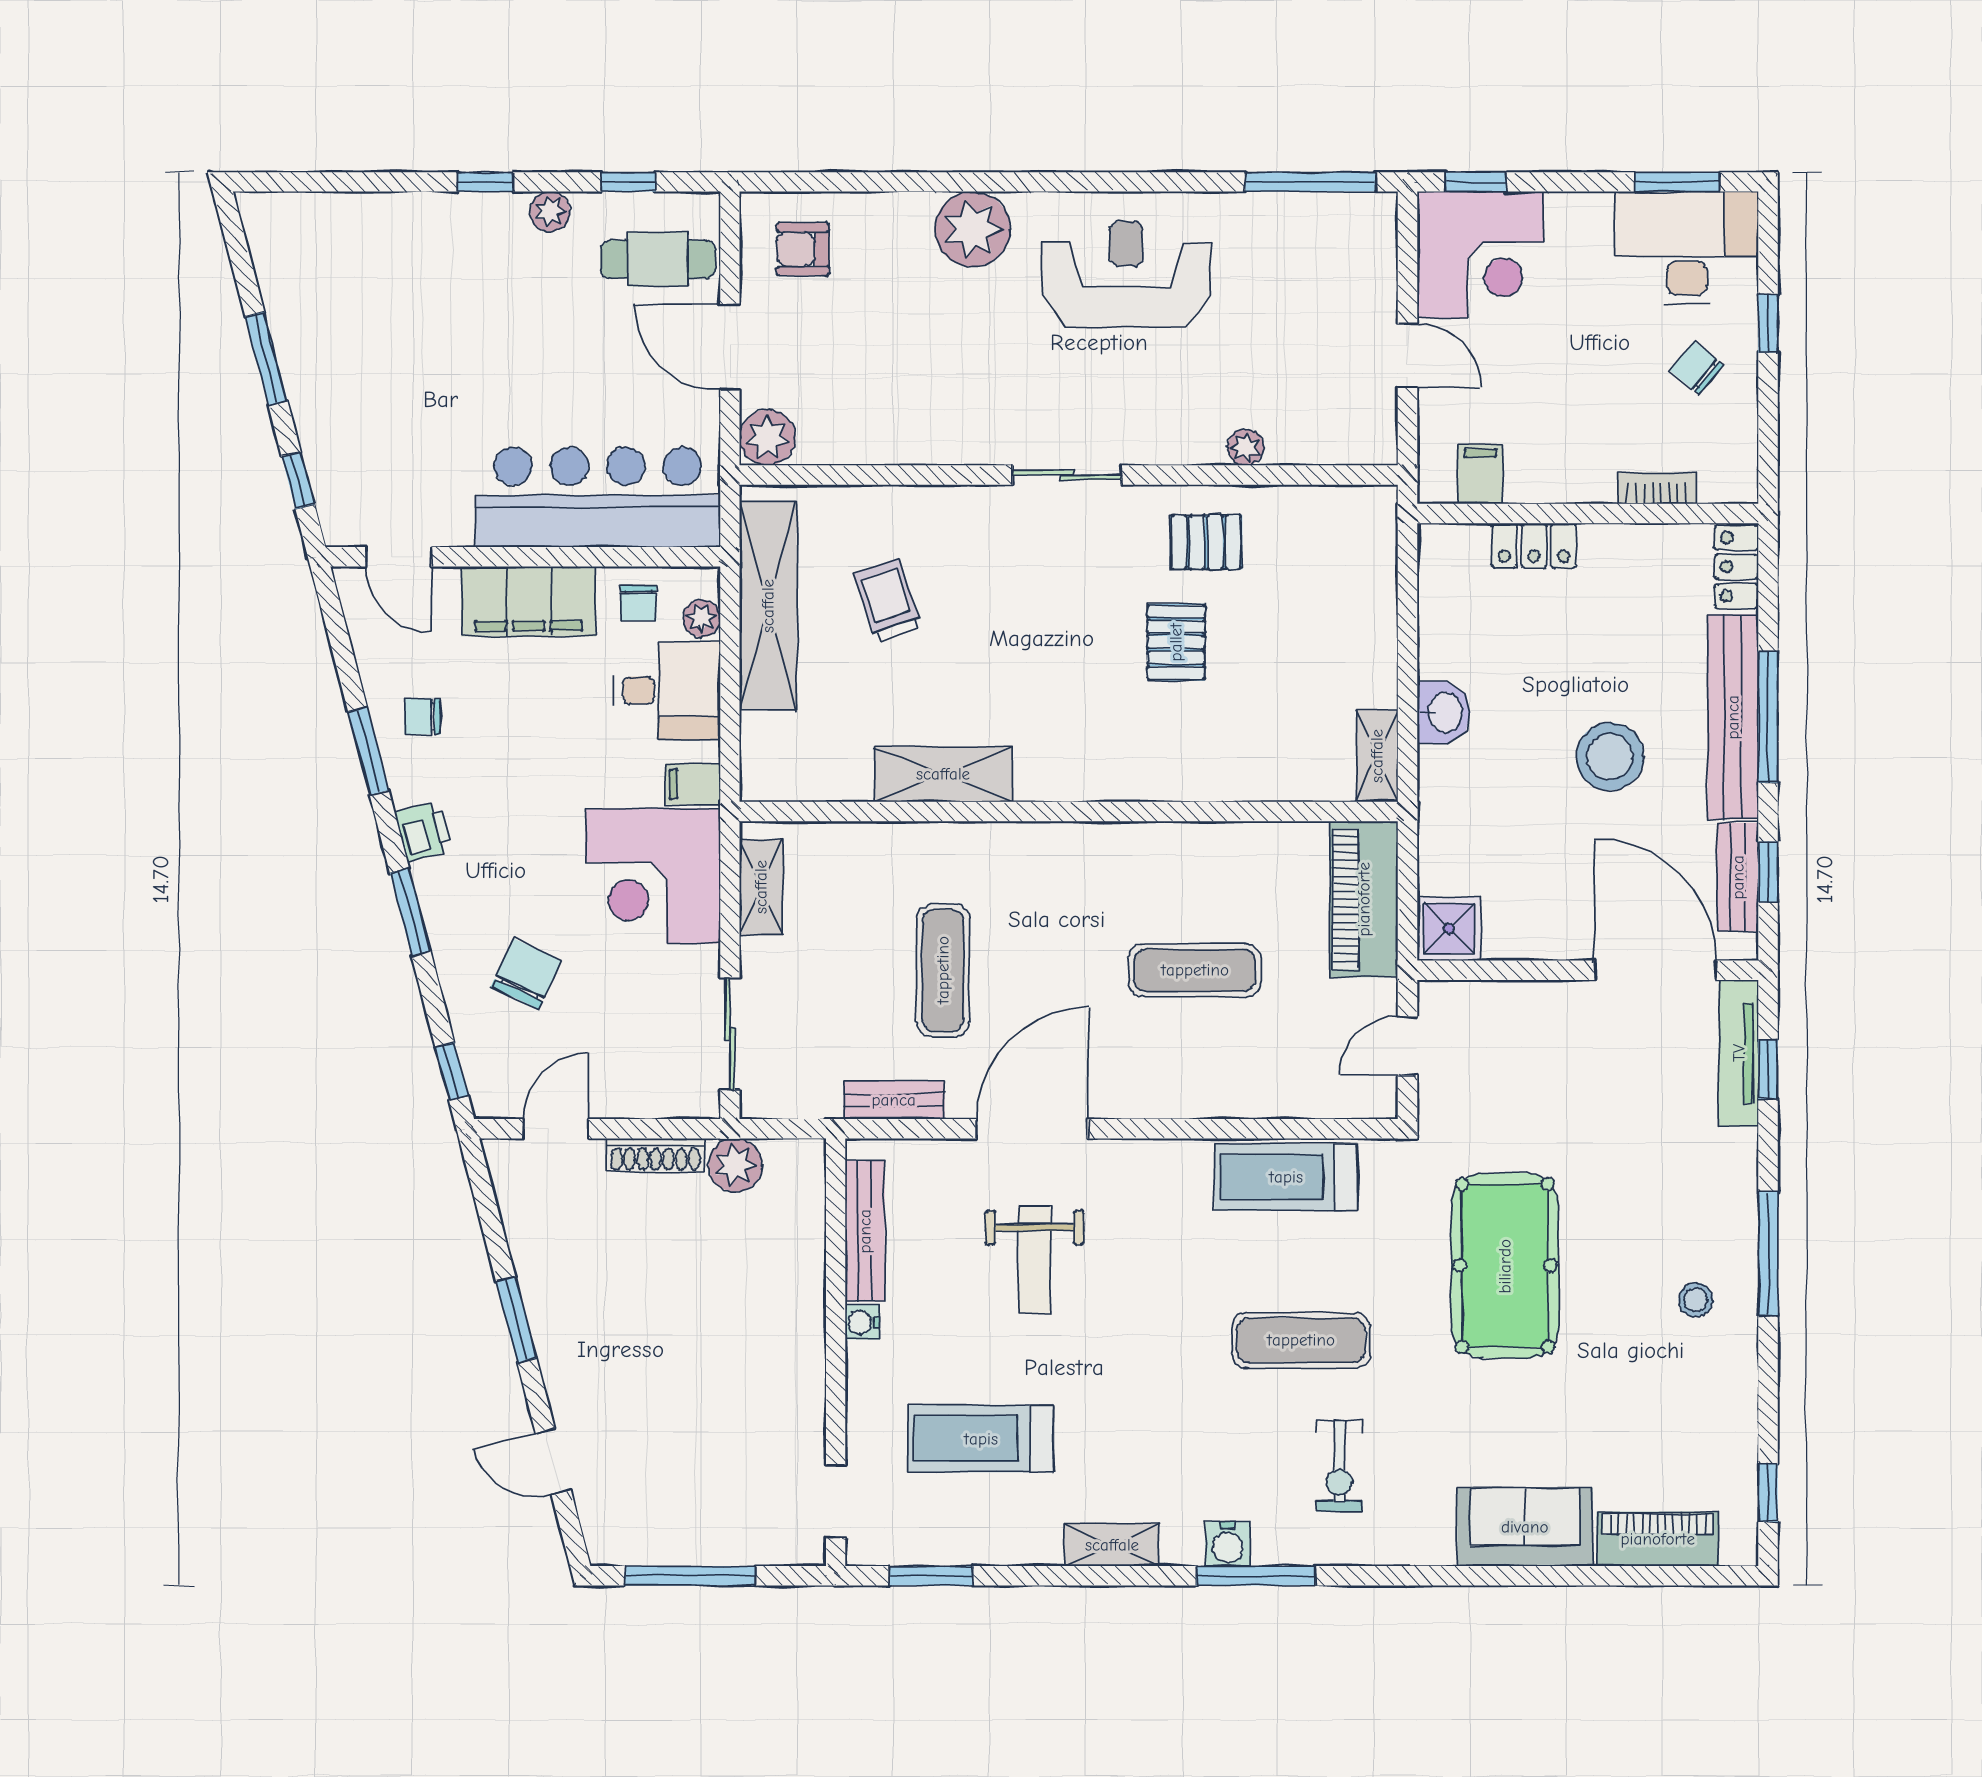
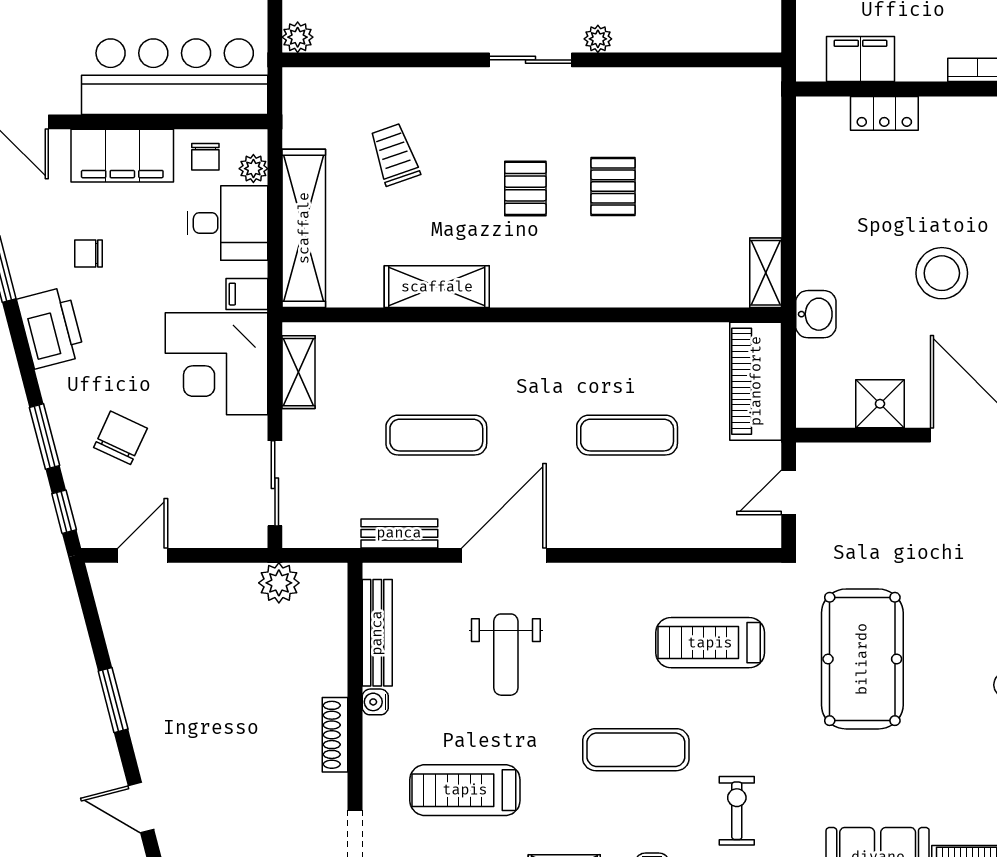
plant: (767, 438) -> (298, 37), width x0.73, depth x0.73
plant: (1246, 447) -> (598, 39), moved
filing cabinet: (1480, 474) -> (860, 59), width x2.00
pallet: (1206, 542) -> (525, 188), moved, turned 90
shelving: (768, 606) -> (304, 228), moved
washbasin: (1444, 712) -> (816, 314), moved
chair: (422, 716) -> (89, 254), moved
printer: (423, 831) -> (51, 328), width x1.87, depth x1.48
window: (410, 912) -> (44, 437), moved
shower: (1449, 929) -> (880, 404), moved
exercise mat: (943, 970) -> (436, 435), turned 90
shoe rack: (655, 1155) -> (335, 735), moved, turned 90
treadmill: (1286, 1177) -> (710, 643), moved
exercise mat: (1301, 1340) -> (636, 750), moved
exercise bike: (1339, 1466) -> (737, 811), turned 180

